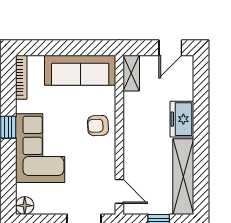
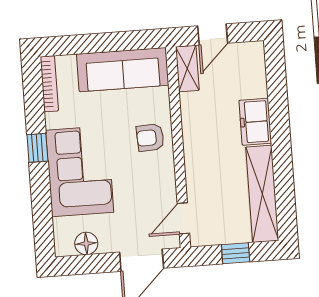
door: (170, 48) -> (213, 34), moved
door: (119, 191) -> (183, 218), swing flipped
floor lamp: (25, 206) -> (86, 243), moved

